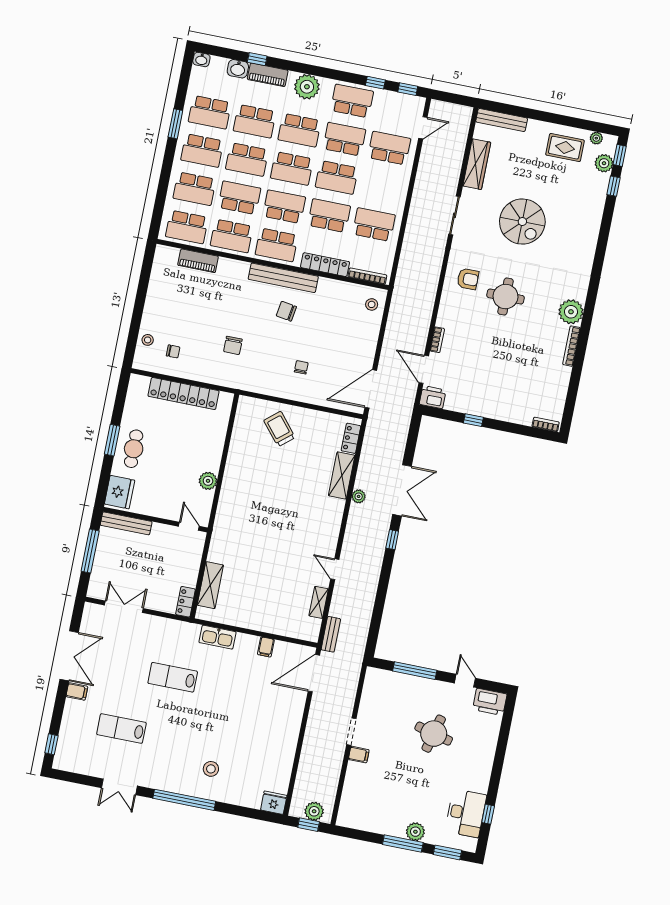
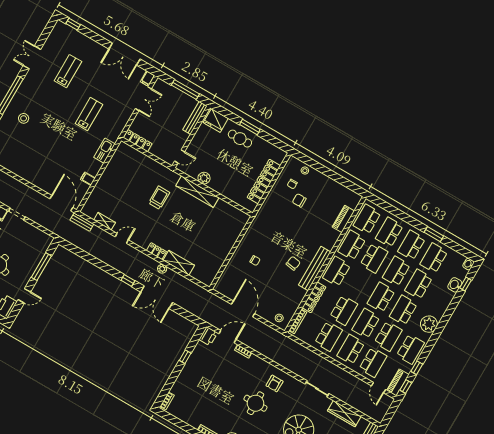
window: (257, 59) -> (466, 284), moved
piano: (268, 75) -> (398, 383), moved
school desk: (284, 207) -> (351, 349), moved, turned 180
chair: (233, 345) -> (299, 200), moved
door: (371, 389) -> (243, 309), moved
trolley: (279, 429) -> (159, 198), moved, turned -50
locker: (351, 438) -> (156, 251), moved
shelving: (210, 585) -> (197, 192), moved, width x1.47
locker: (185, 602) -> (138, 141), width x1.53
filing cabinet: (77, 691) -> (148, 79), moved

